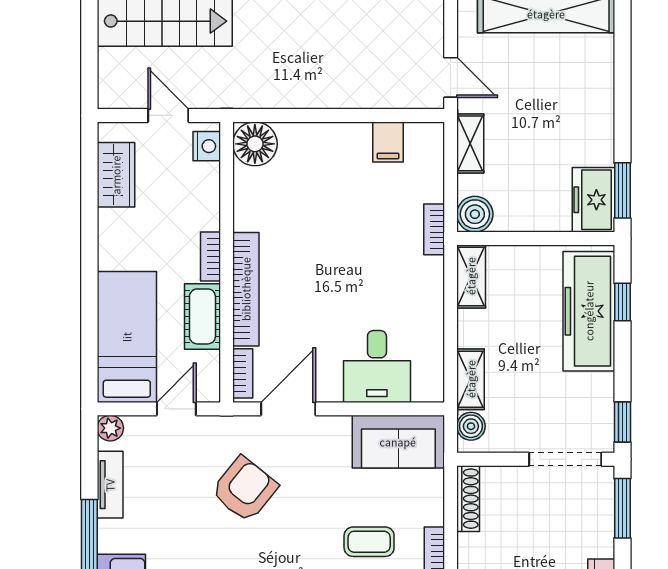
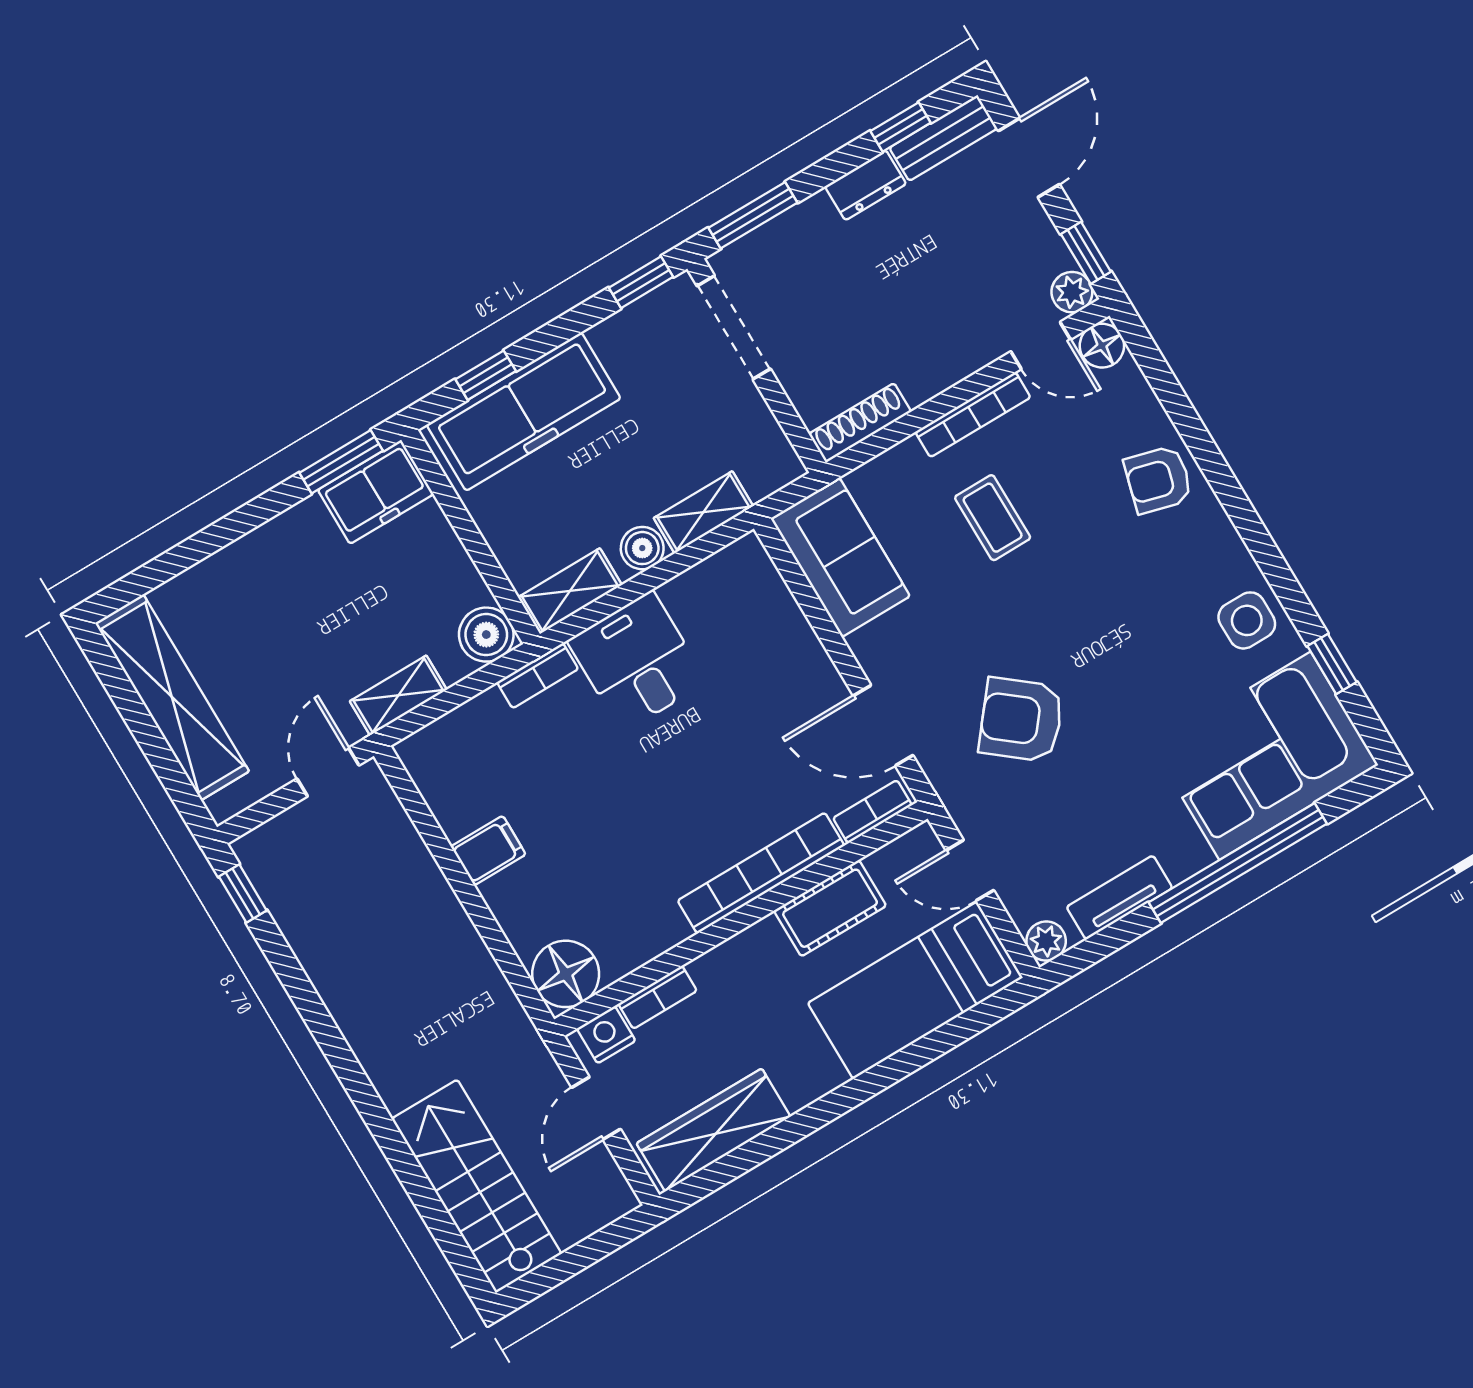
filing cabinet: (388, 142) -> (488, 850), moved
wardrobe: (116, 175) -> (713, 1130), width x1.50
bookcase: (210, 256) -> (658, 997), moved
desk: (377, 366) -> (637, 661), moved, turned -90
boiler: (471, 426) -> (642, 548), moved

